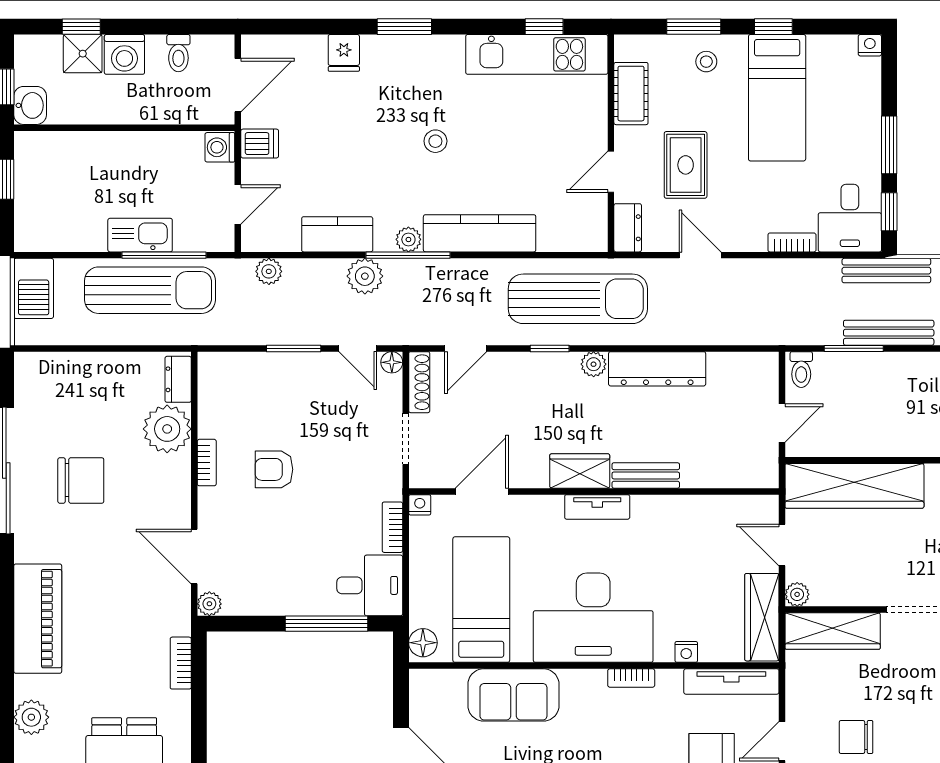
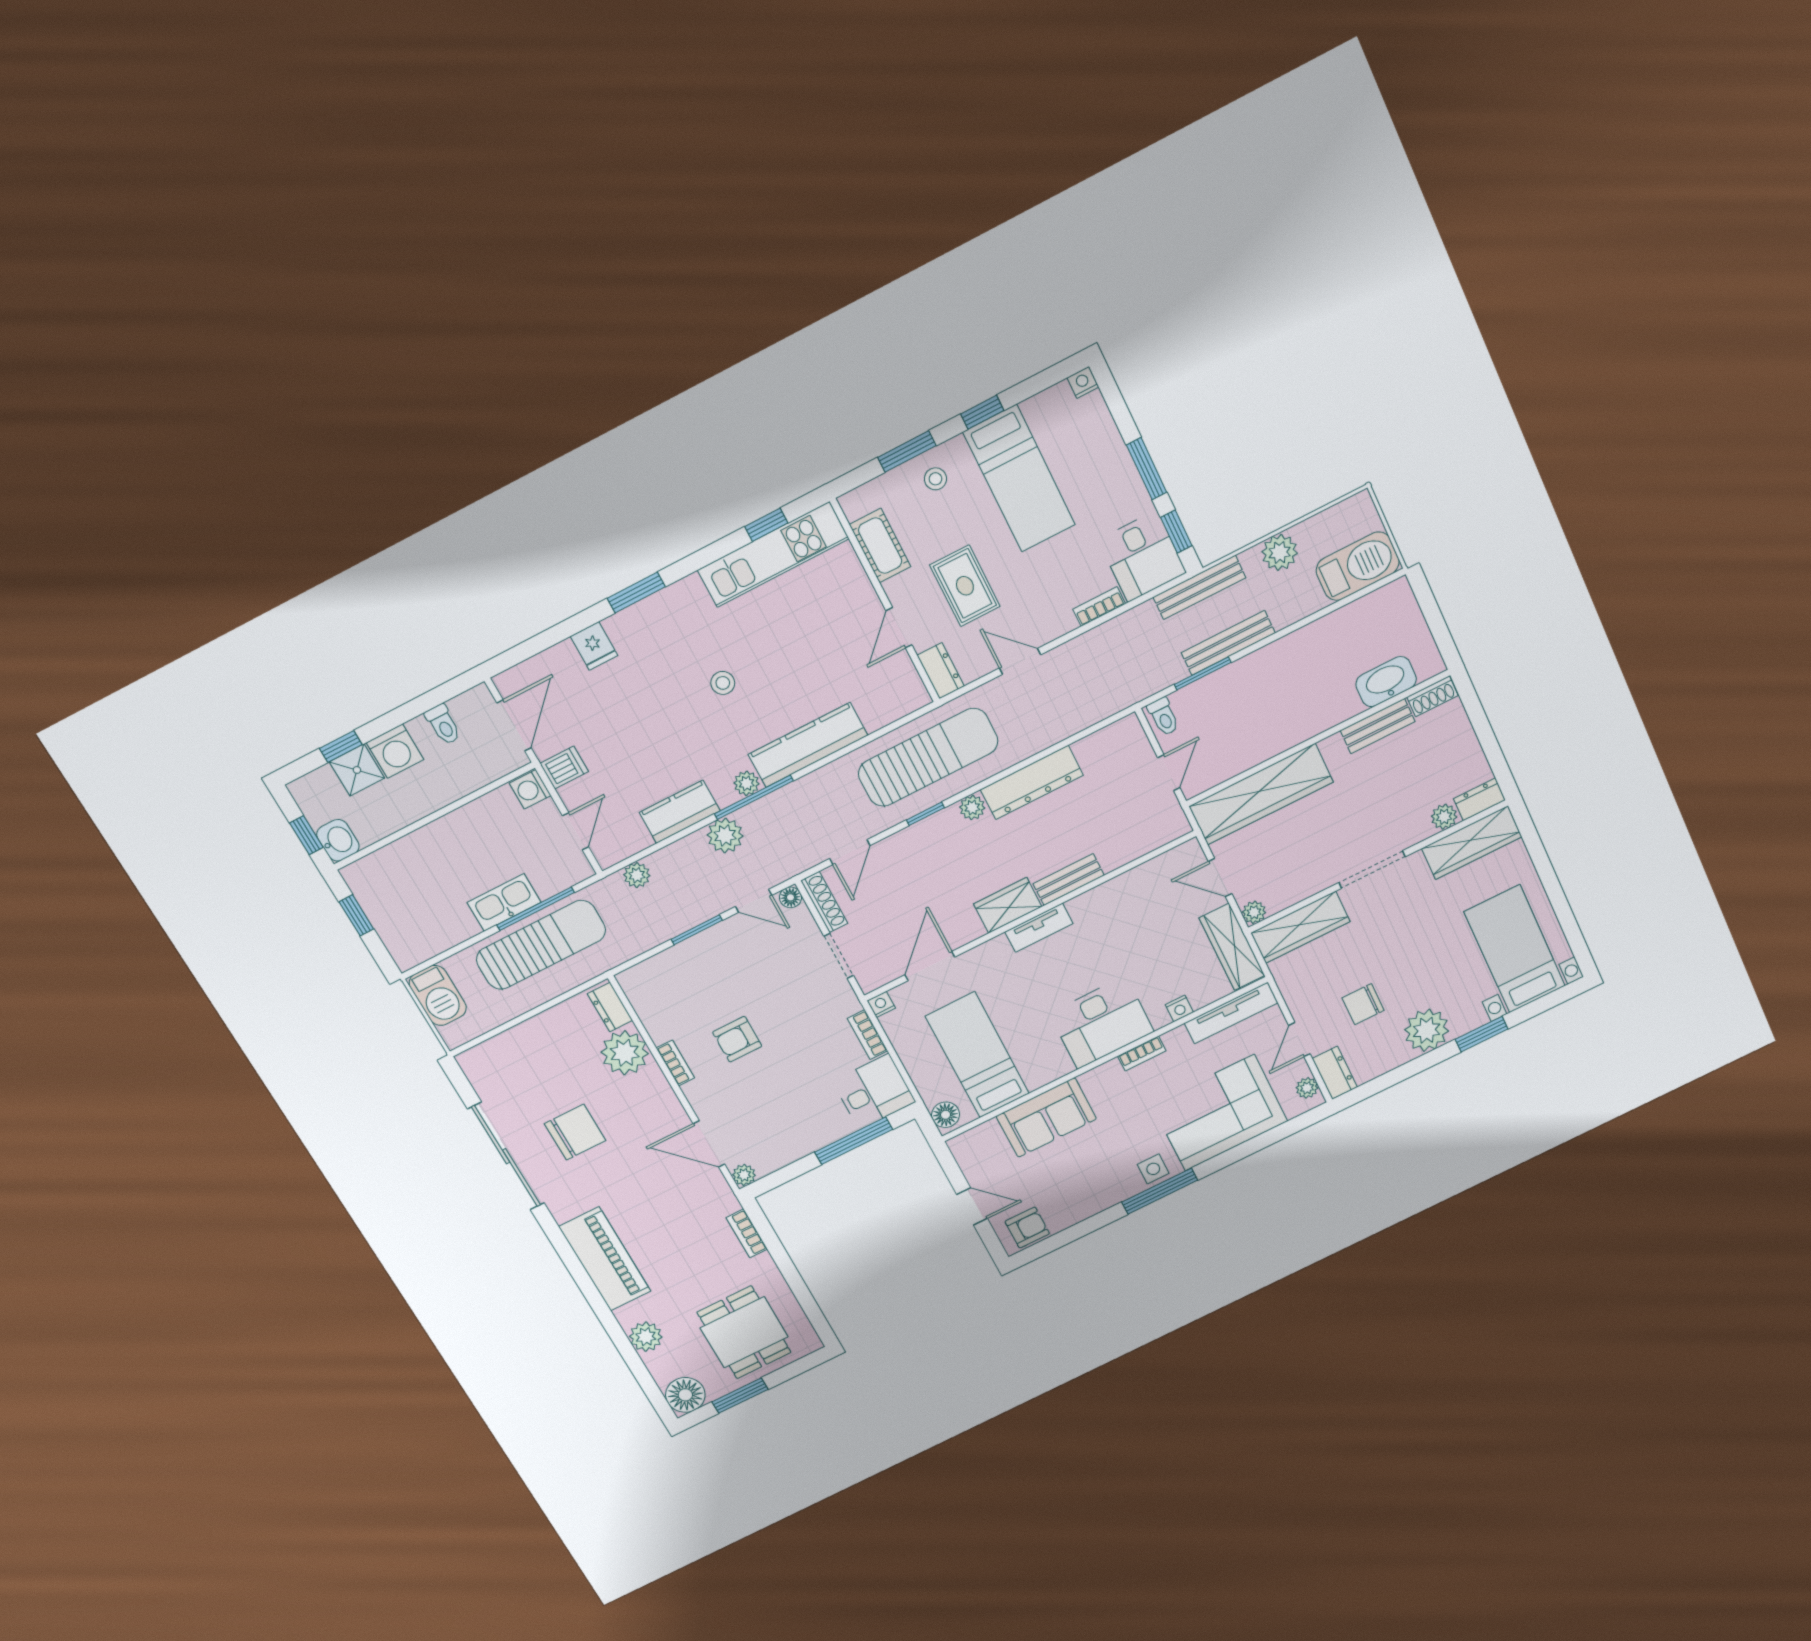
desk: (593, 618) -> (1102, 1023), width x0.73, depth x0.77

